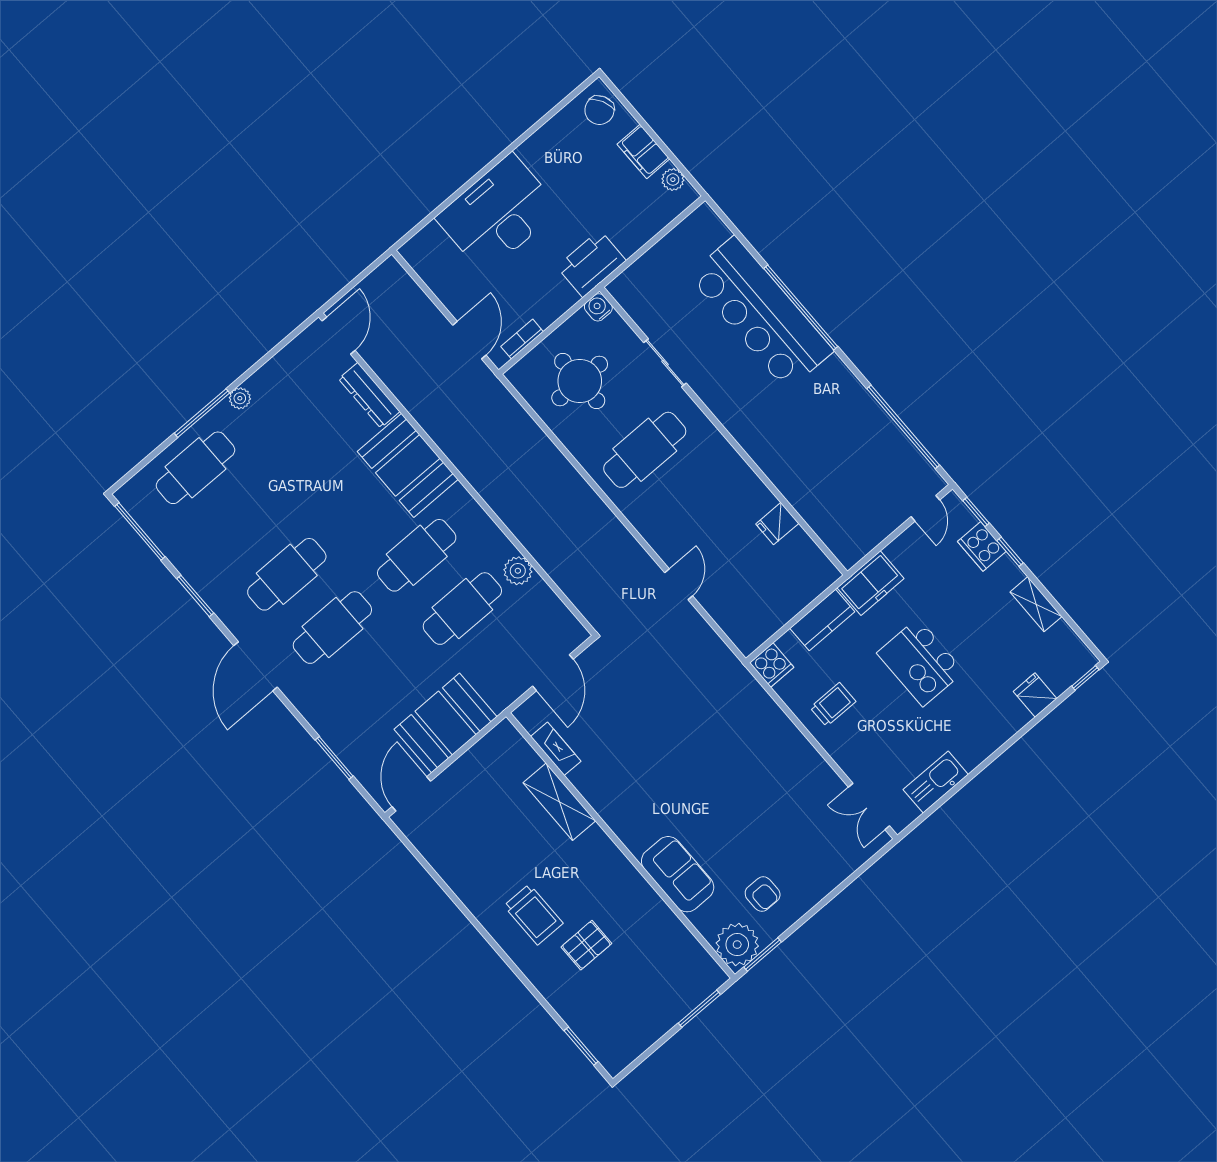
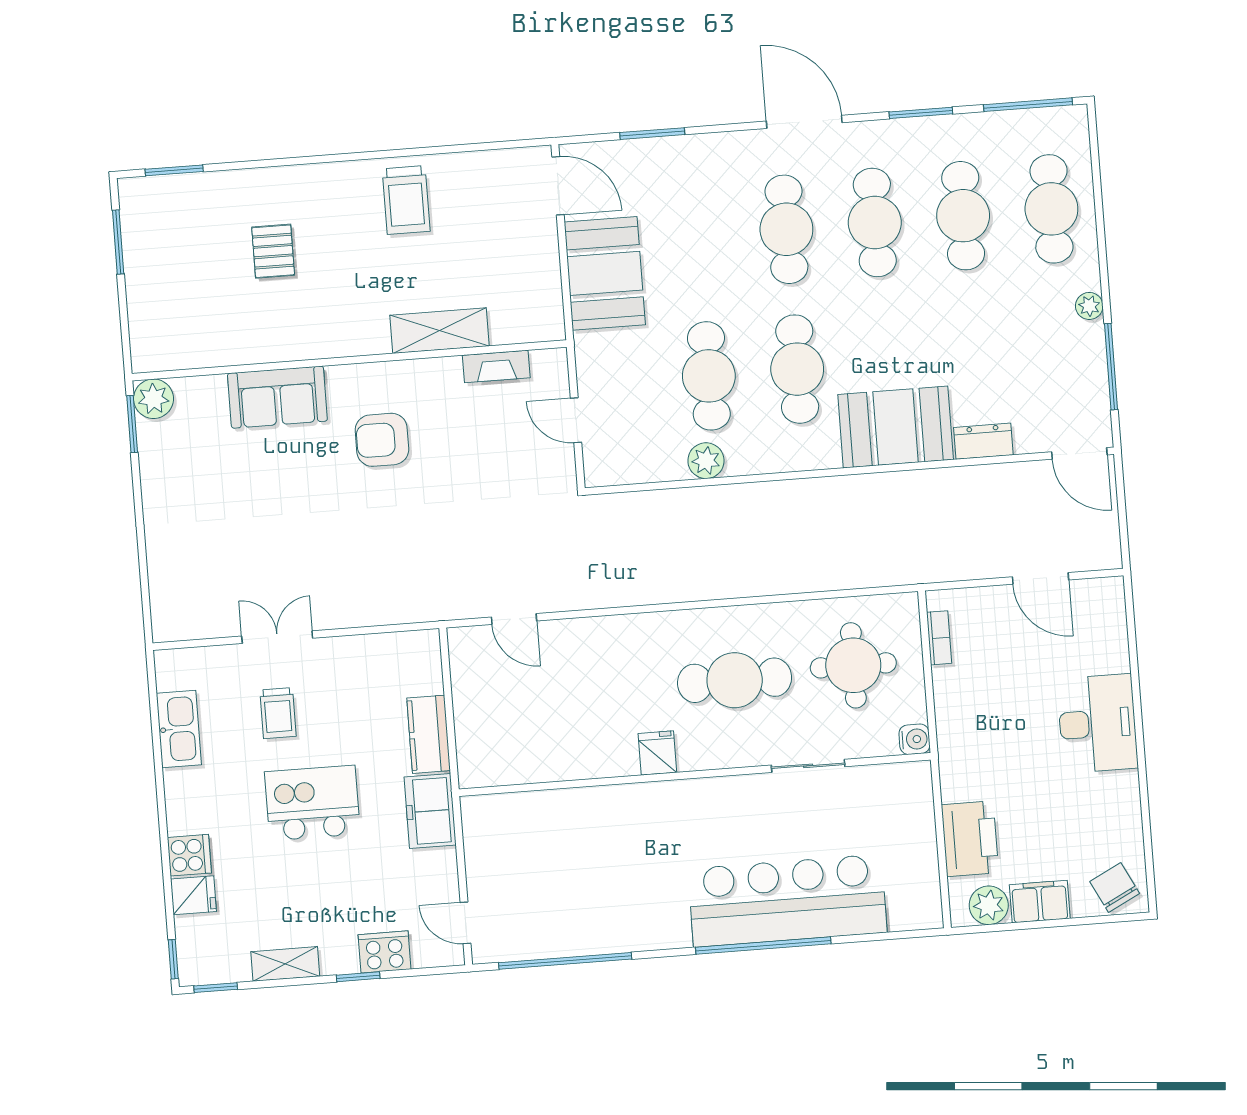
plant: (673, 180) -> (989, 905), width x1.38, depth x1.38
desk: (498, 214) -> (1097, 723), width x0.73, depth x0.77
printer: (591, 264) -> (970, 839), moved
door: (469, 340) -> (1040, 578), moved
dresser: (369, 395) -> (983, 441), width x0.70
window: (202, 413) -> (1111, 367), moved
cafe table: (645, 450) -> (735, 680), turned 90
window: (976, 512) -> (216, 988), moved
cafe table: (241, 521) -> (963, 216), added
fridge: (777, 524) -> (657, 753), moved
door: (679, 584) -> (514, 619), moved
cooker: (772, 665) -> (189, 855), moved, turned 180
door: (553, 673) -> (576, 420), width x0.73
trolley: (833, 705) -> (278, 713), moved
double door: (869, 806) -> (277, 637), moved
armchair: (763, 894) -> (382, 440), moved, width x1.38, depth x1.38
trolley: (533, 914) -> (406, 200), moved, turned -90
plant: (737, 945) -> (154, 399), width x0.73, depth x0.73
window: (699, 1009) -> (118, 242), moved

